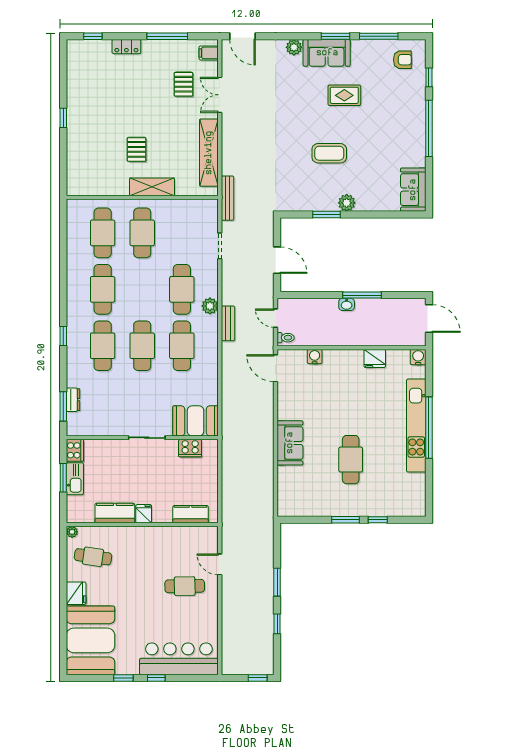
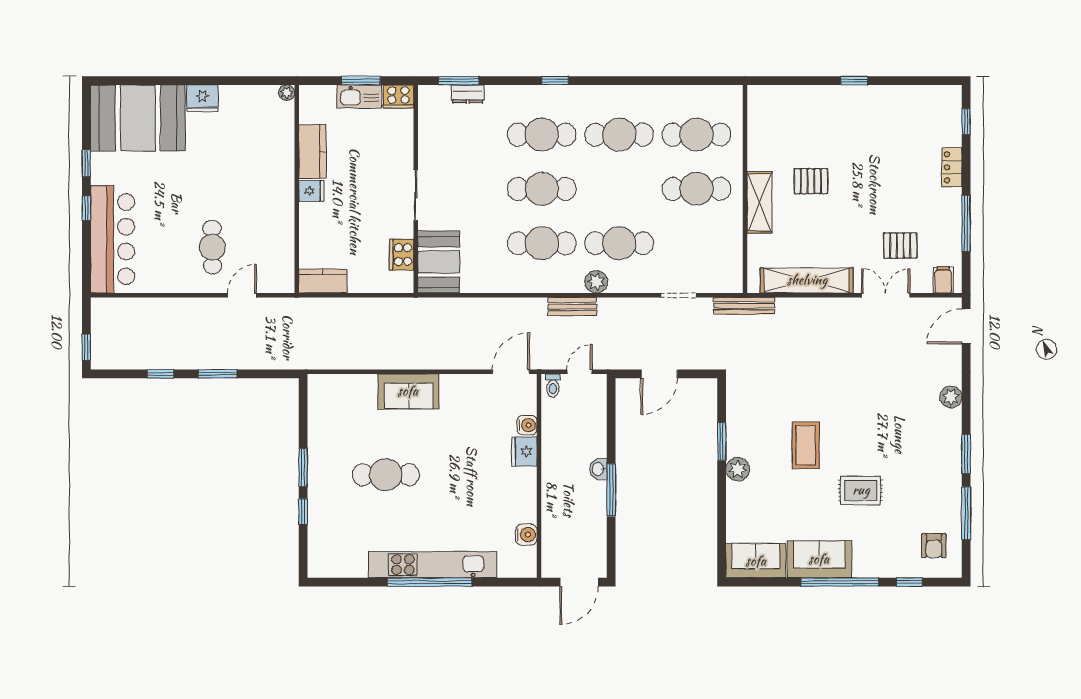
sofa: (327, 53) -> (819, 559), moved, turned 90
rug: (344, 95) -> (861, 490), moved, turned 90
water cooler: (418, 357) -> (526, 535), moved
fridge: (375, 358) -> (524, 452), moved
kitchen counter: (191, 514) -> (323, 281), moved, turned -90
cafe table: (93, 557) -> (253, 121), removed

